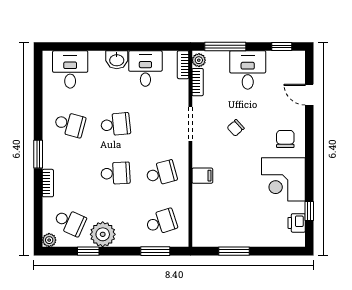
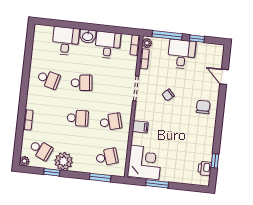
window: (282, 46) -> (197, 39), moved
desk: (70, 69) -> (66, 41), moved
window: (38, 154) -> (23, 98), removed
corner desk: (283, 179) -> (145, 162), moved, turned 180

